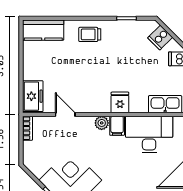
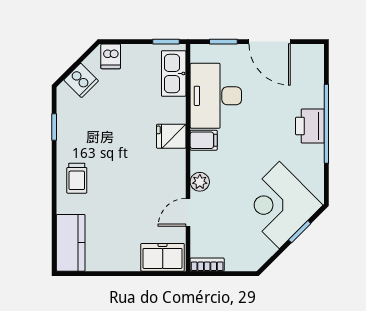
plant: (102, 123) -> (200, 182), moved

